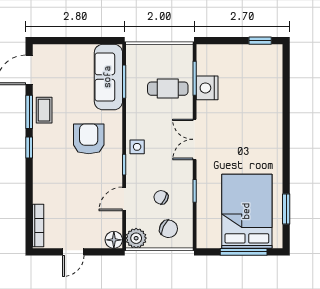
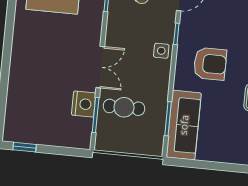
armchair: (89, 139) -> (210, 64), turned -90
double door: (195, 139) -> (100, 67), moved

